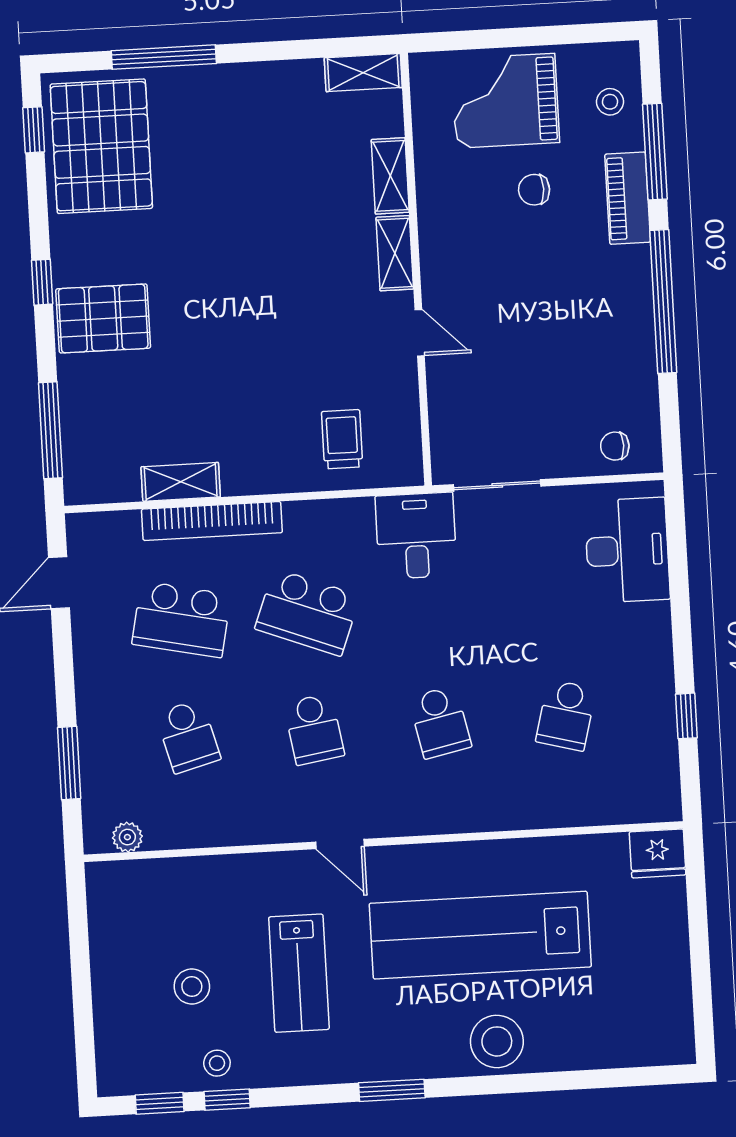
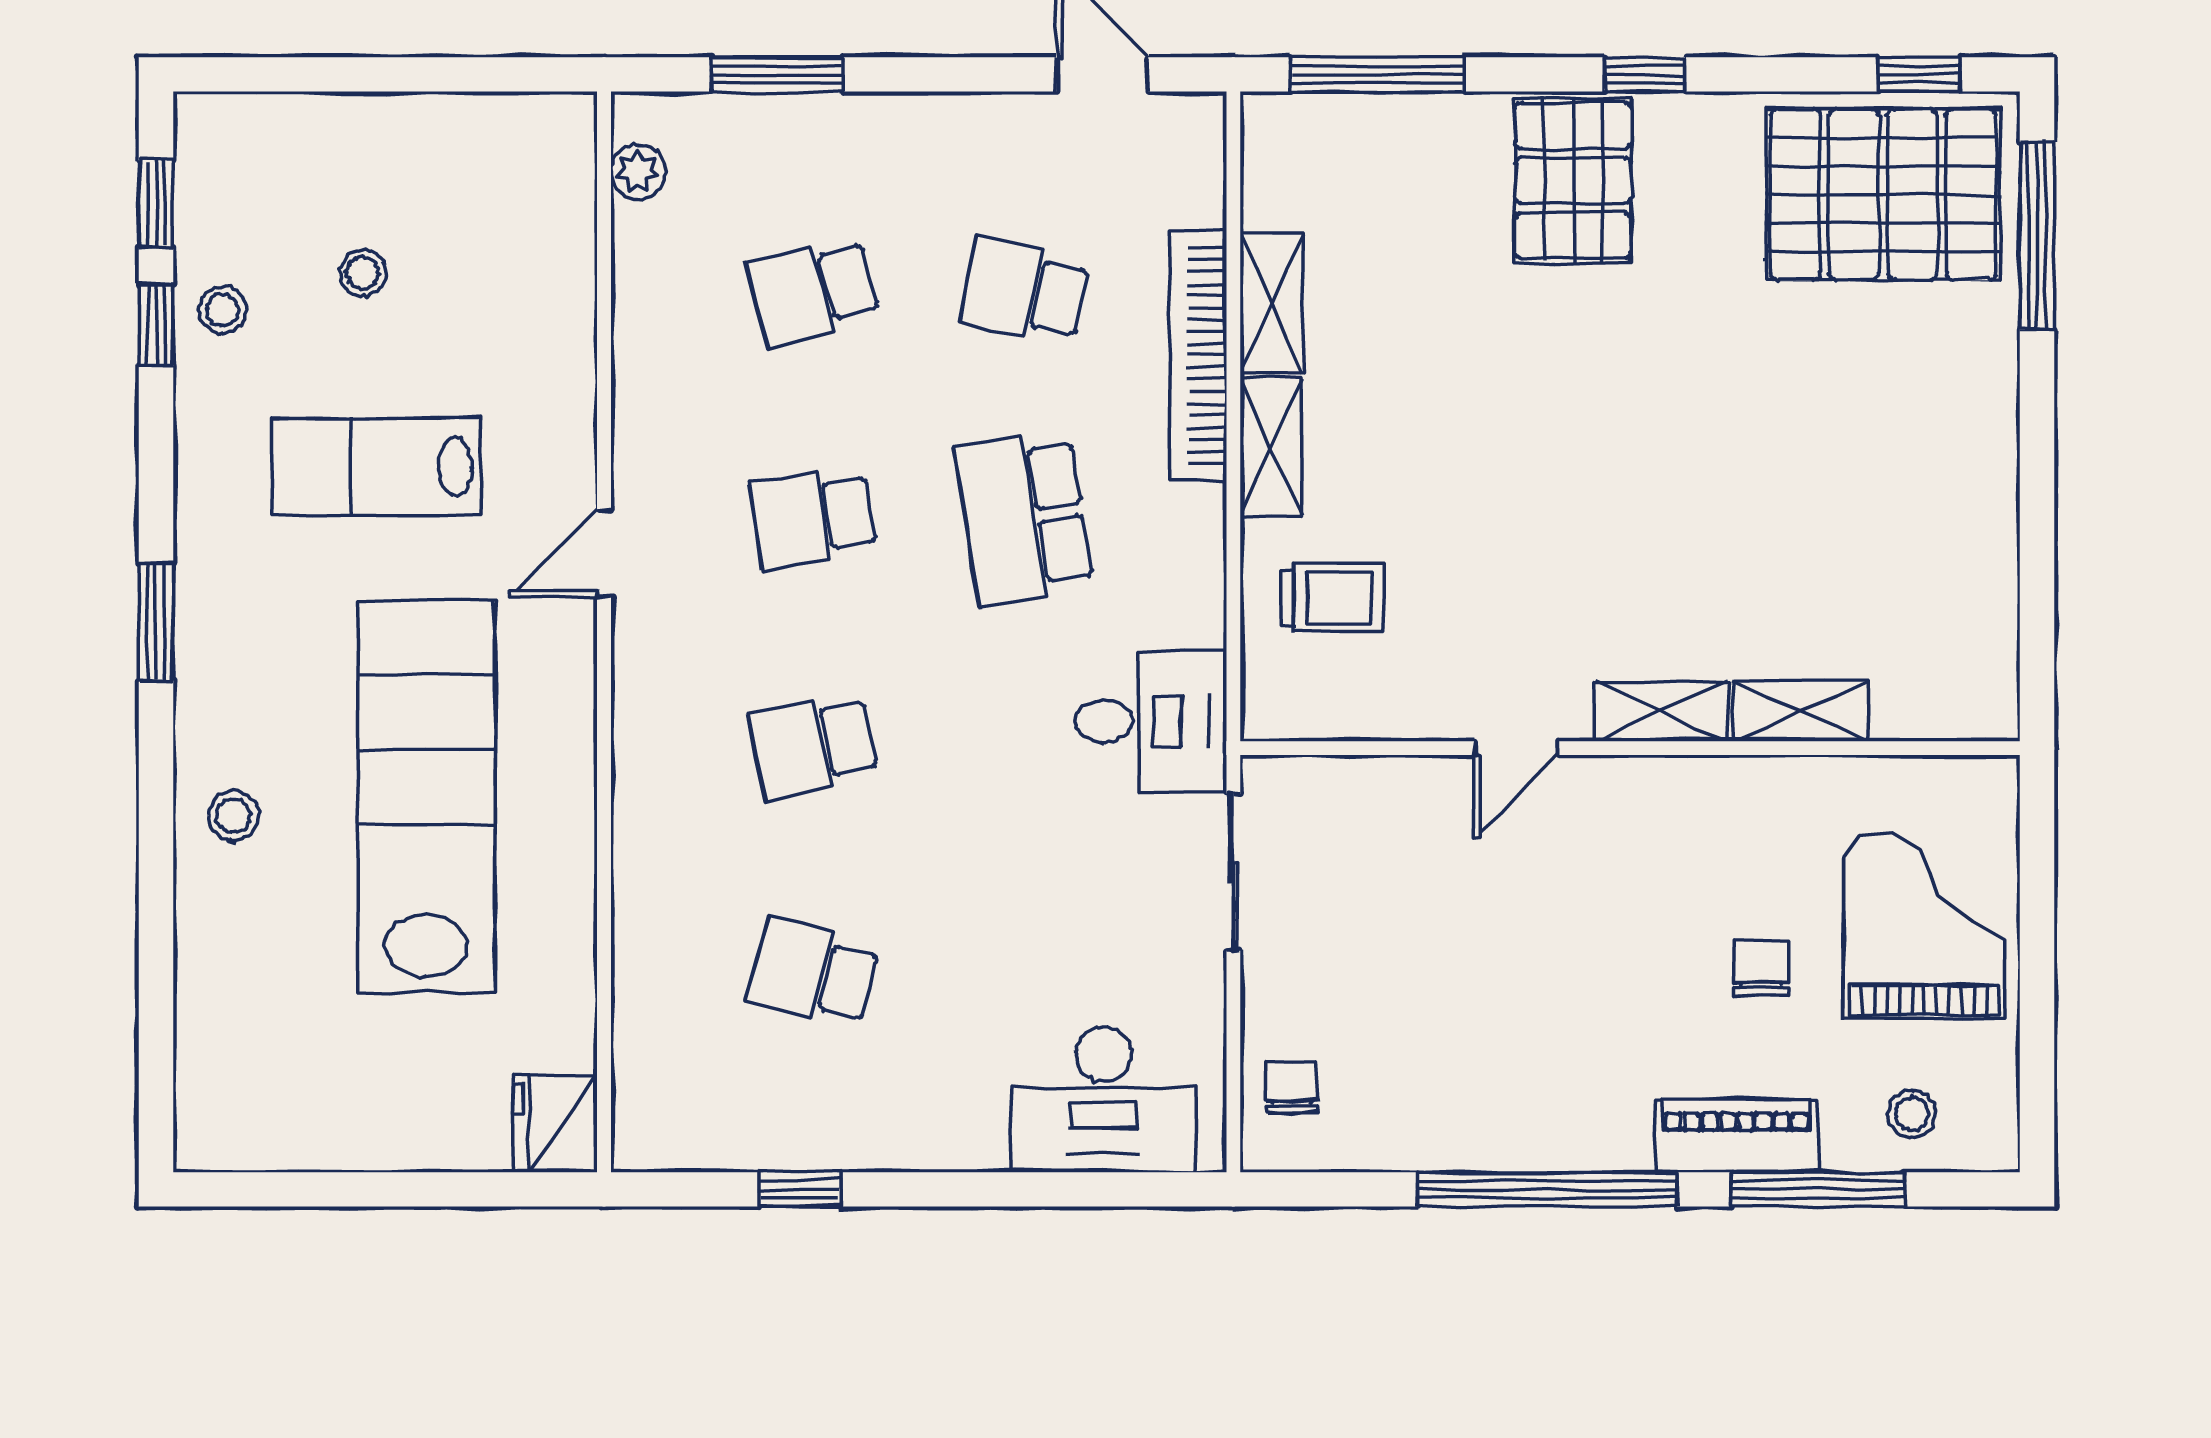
window: (164, 57) -> (2037, 236), moved
shelving: (363, 73) -> (1271, 447), moved
school desk: (307, 612) -> (1024, 518), turned -30
school desk: (181, 619) -> (1024, 291), width x0.54
stool: (192, 987) -> (363, 273), width x0.73, depth x0.73
stool: (497, 1041) -> (233, 816), width x0.53, depth x0.53

